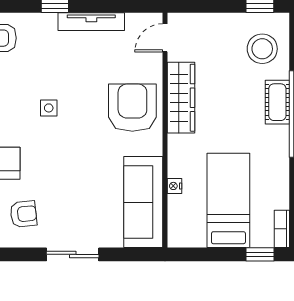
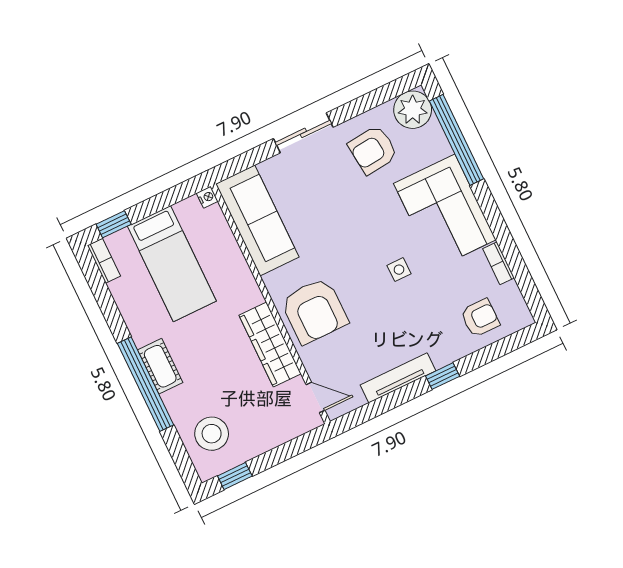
door: (165, 38) -> (315, 397), hinge flipped
cot: (277, 102) -> (160, 366), moved
nightstand: (174, 186) -> (207, 197), moved
armchair: (23, 214) -> (373, 150), width x1.38, depth x1.38

